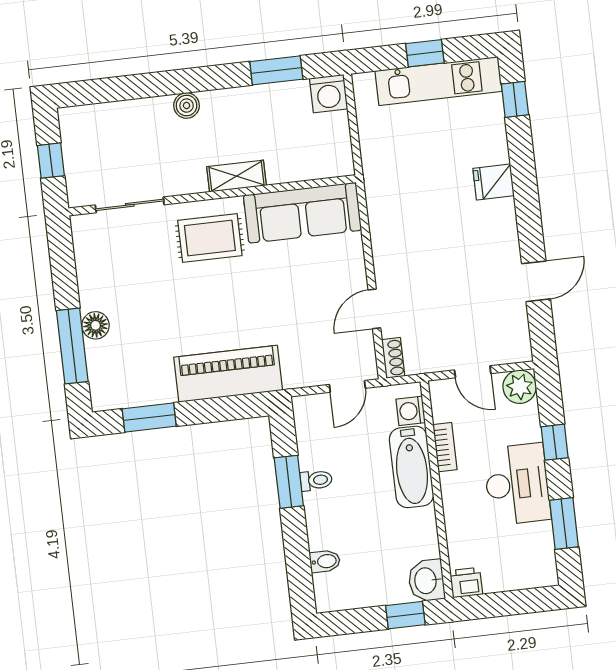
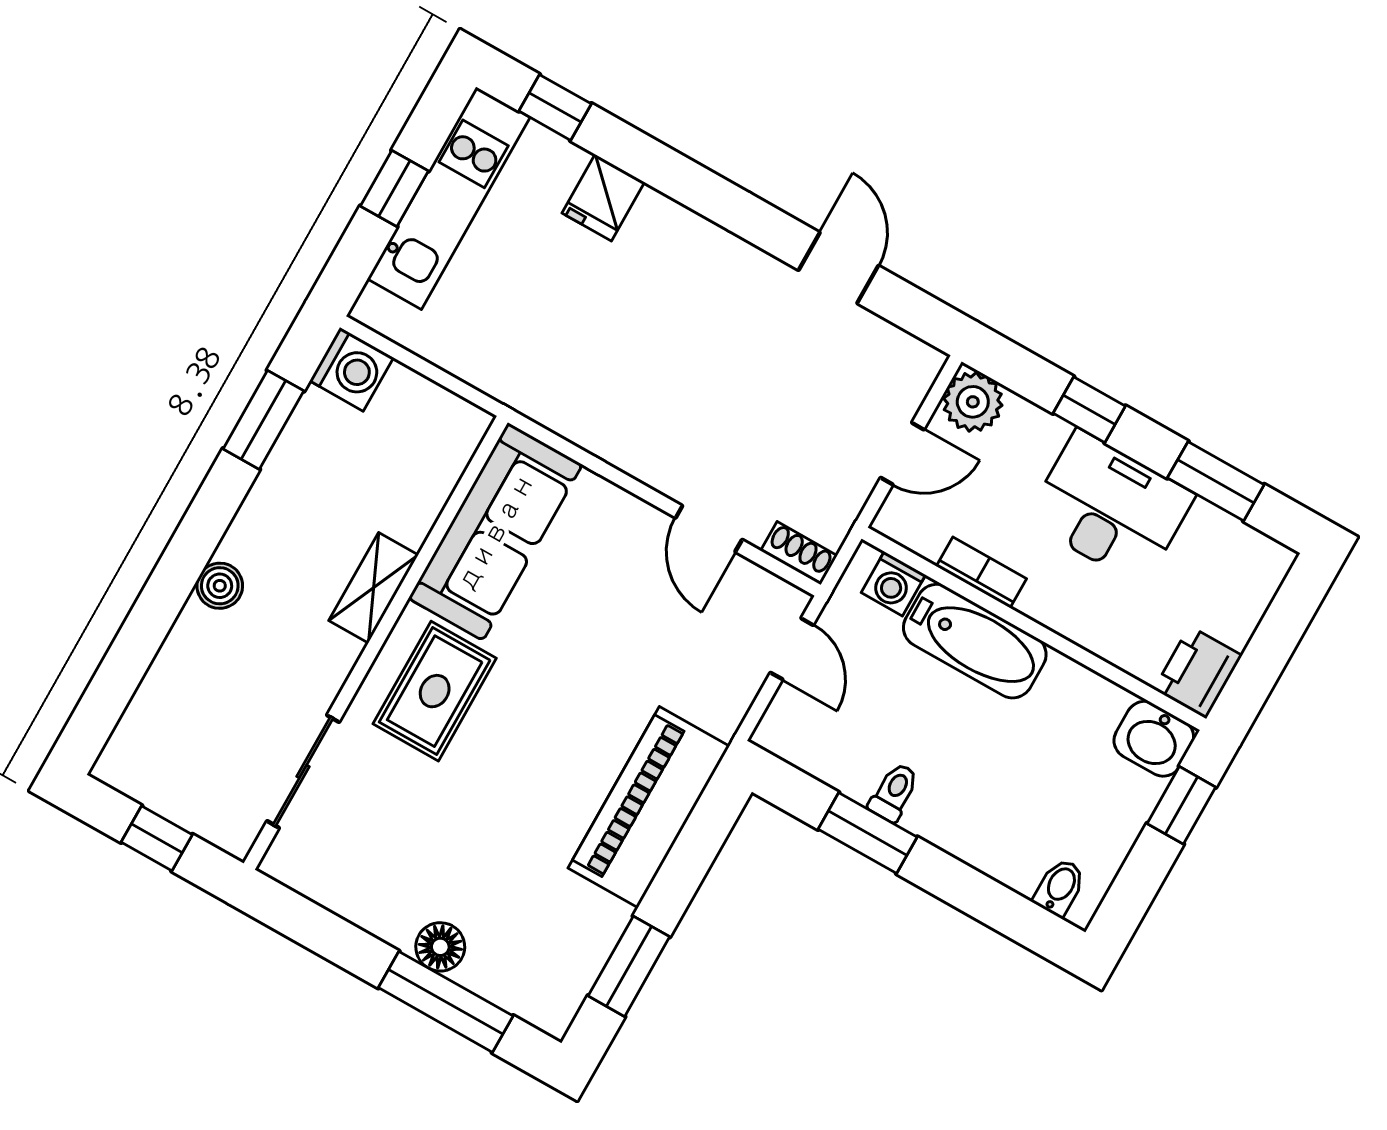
fridge: (494, 182) -> (603, 198), moved
bidet: (325, 561) -> (1060, 887), moved
printer: (466, 583) -> (1198, 672), width x1.36, depth x1.24

